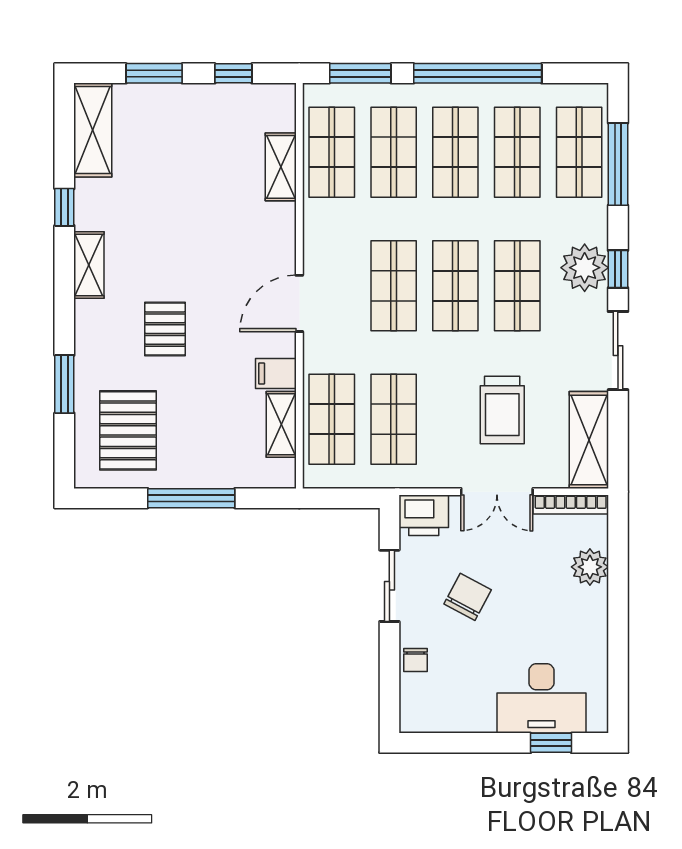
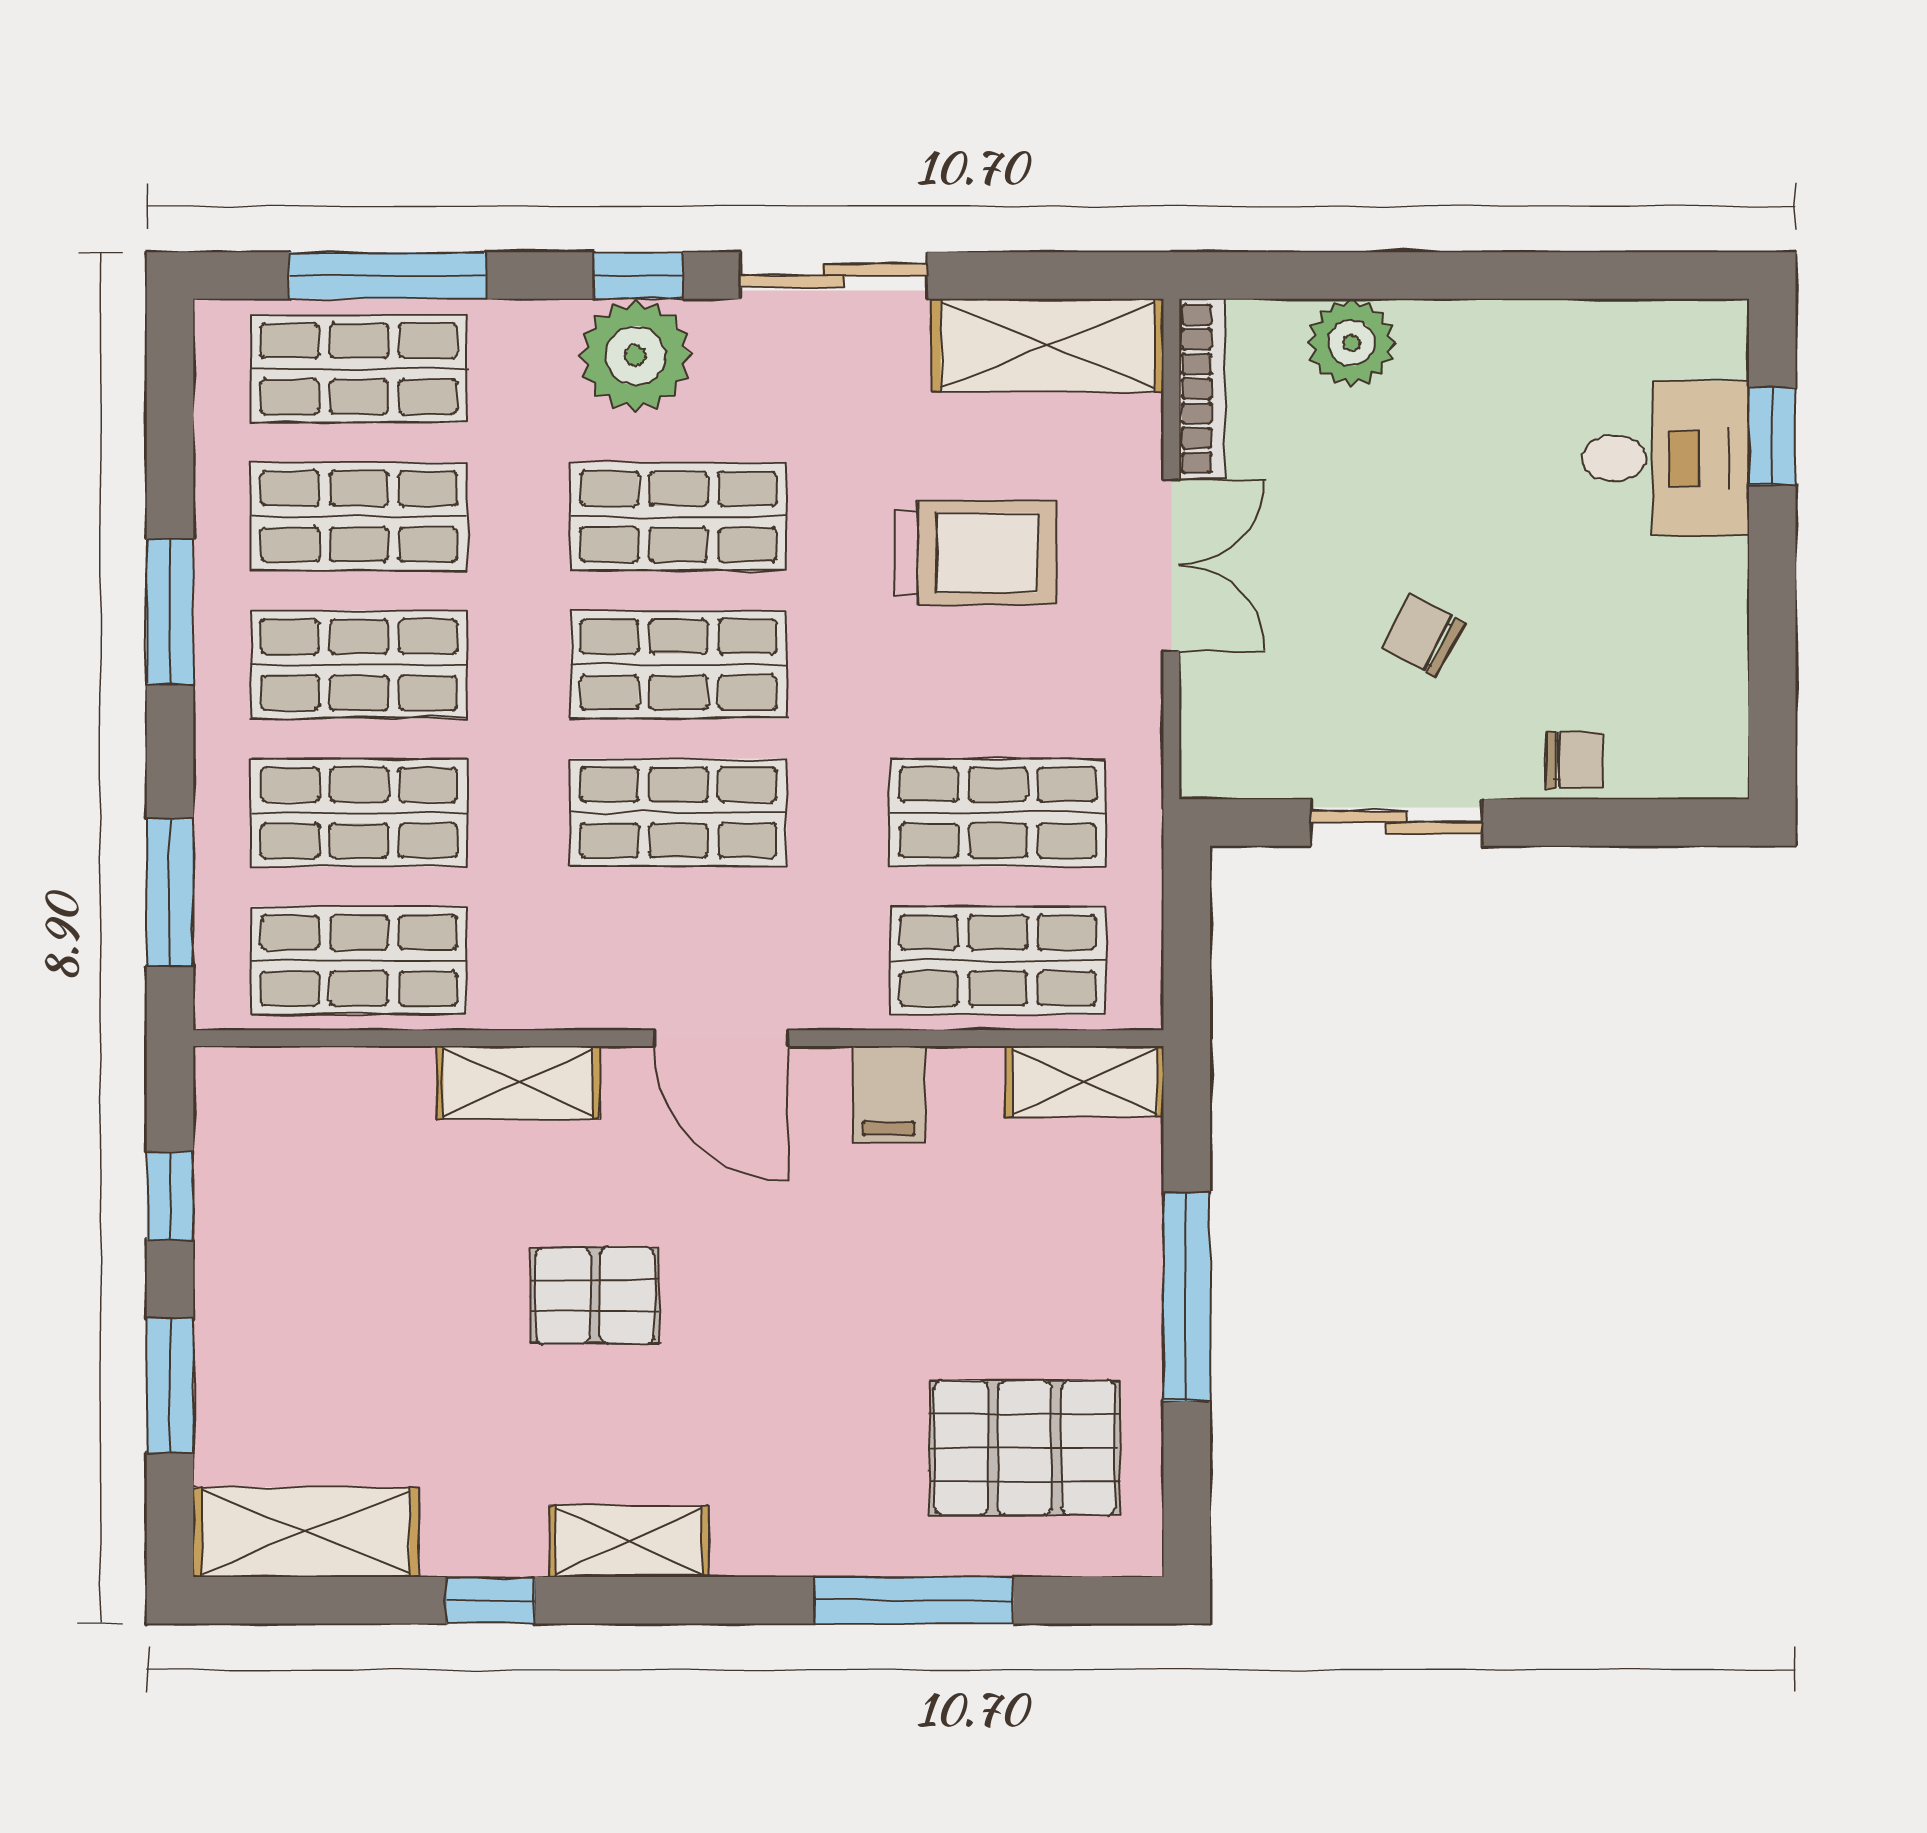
window: (478, 73) -> (170, 611), width x0.47
shelving: (281, 167) -> (518, 1082), moved
pallet: (165, 329) -> (595, 1296), moved
window: (64, 384) -> (914, 1600), width x1.44
shelving: (281, 424) -> (1085, 1081), moved
printer: (424, 515) -> (1228, 740), removed
chair: (468, 597) -> (1423, 635), width x0.73, depth x0.73
desk: (541, 698) -> (1666, 459), width x0.73

